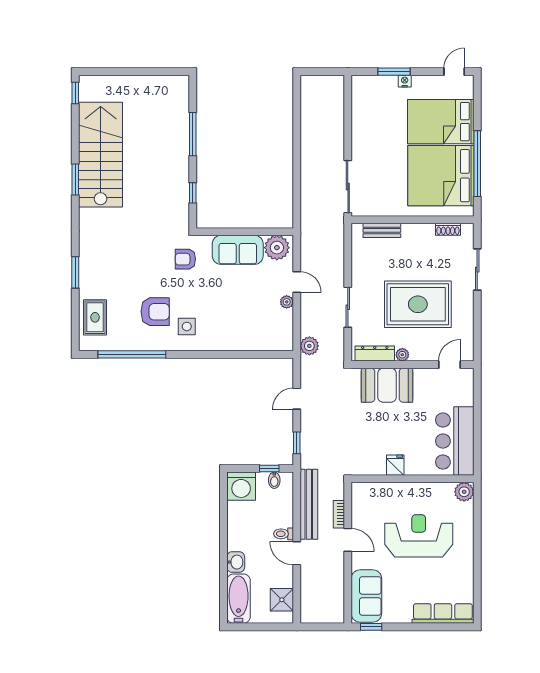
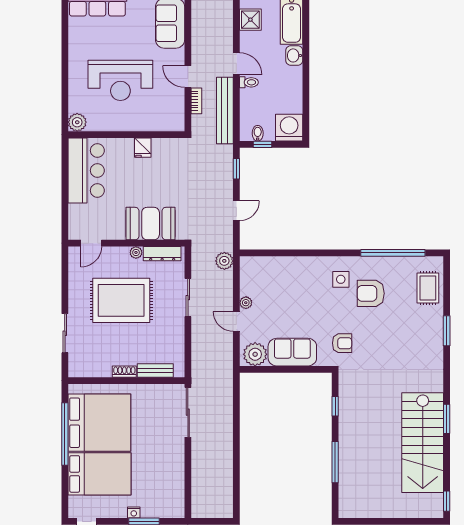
shoe rack: (448, 229) -> (124, 372), moved

